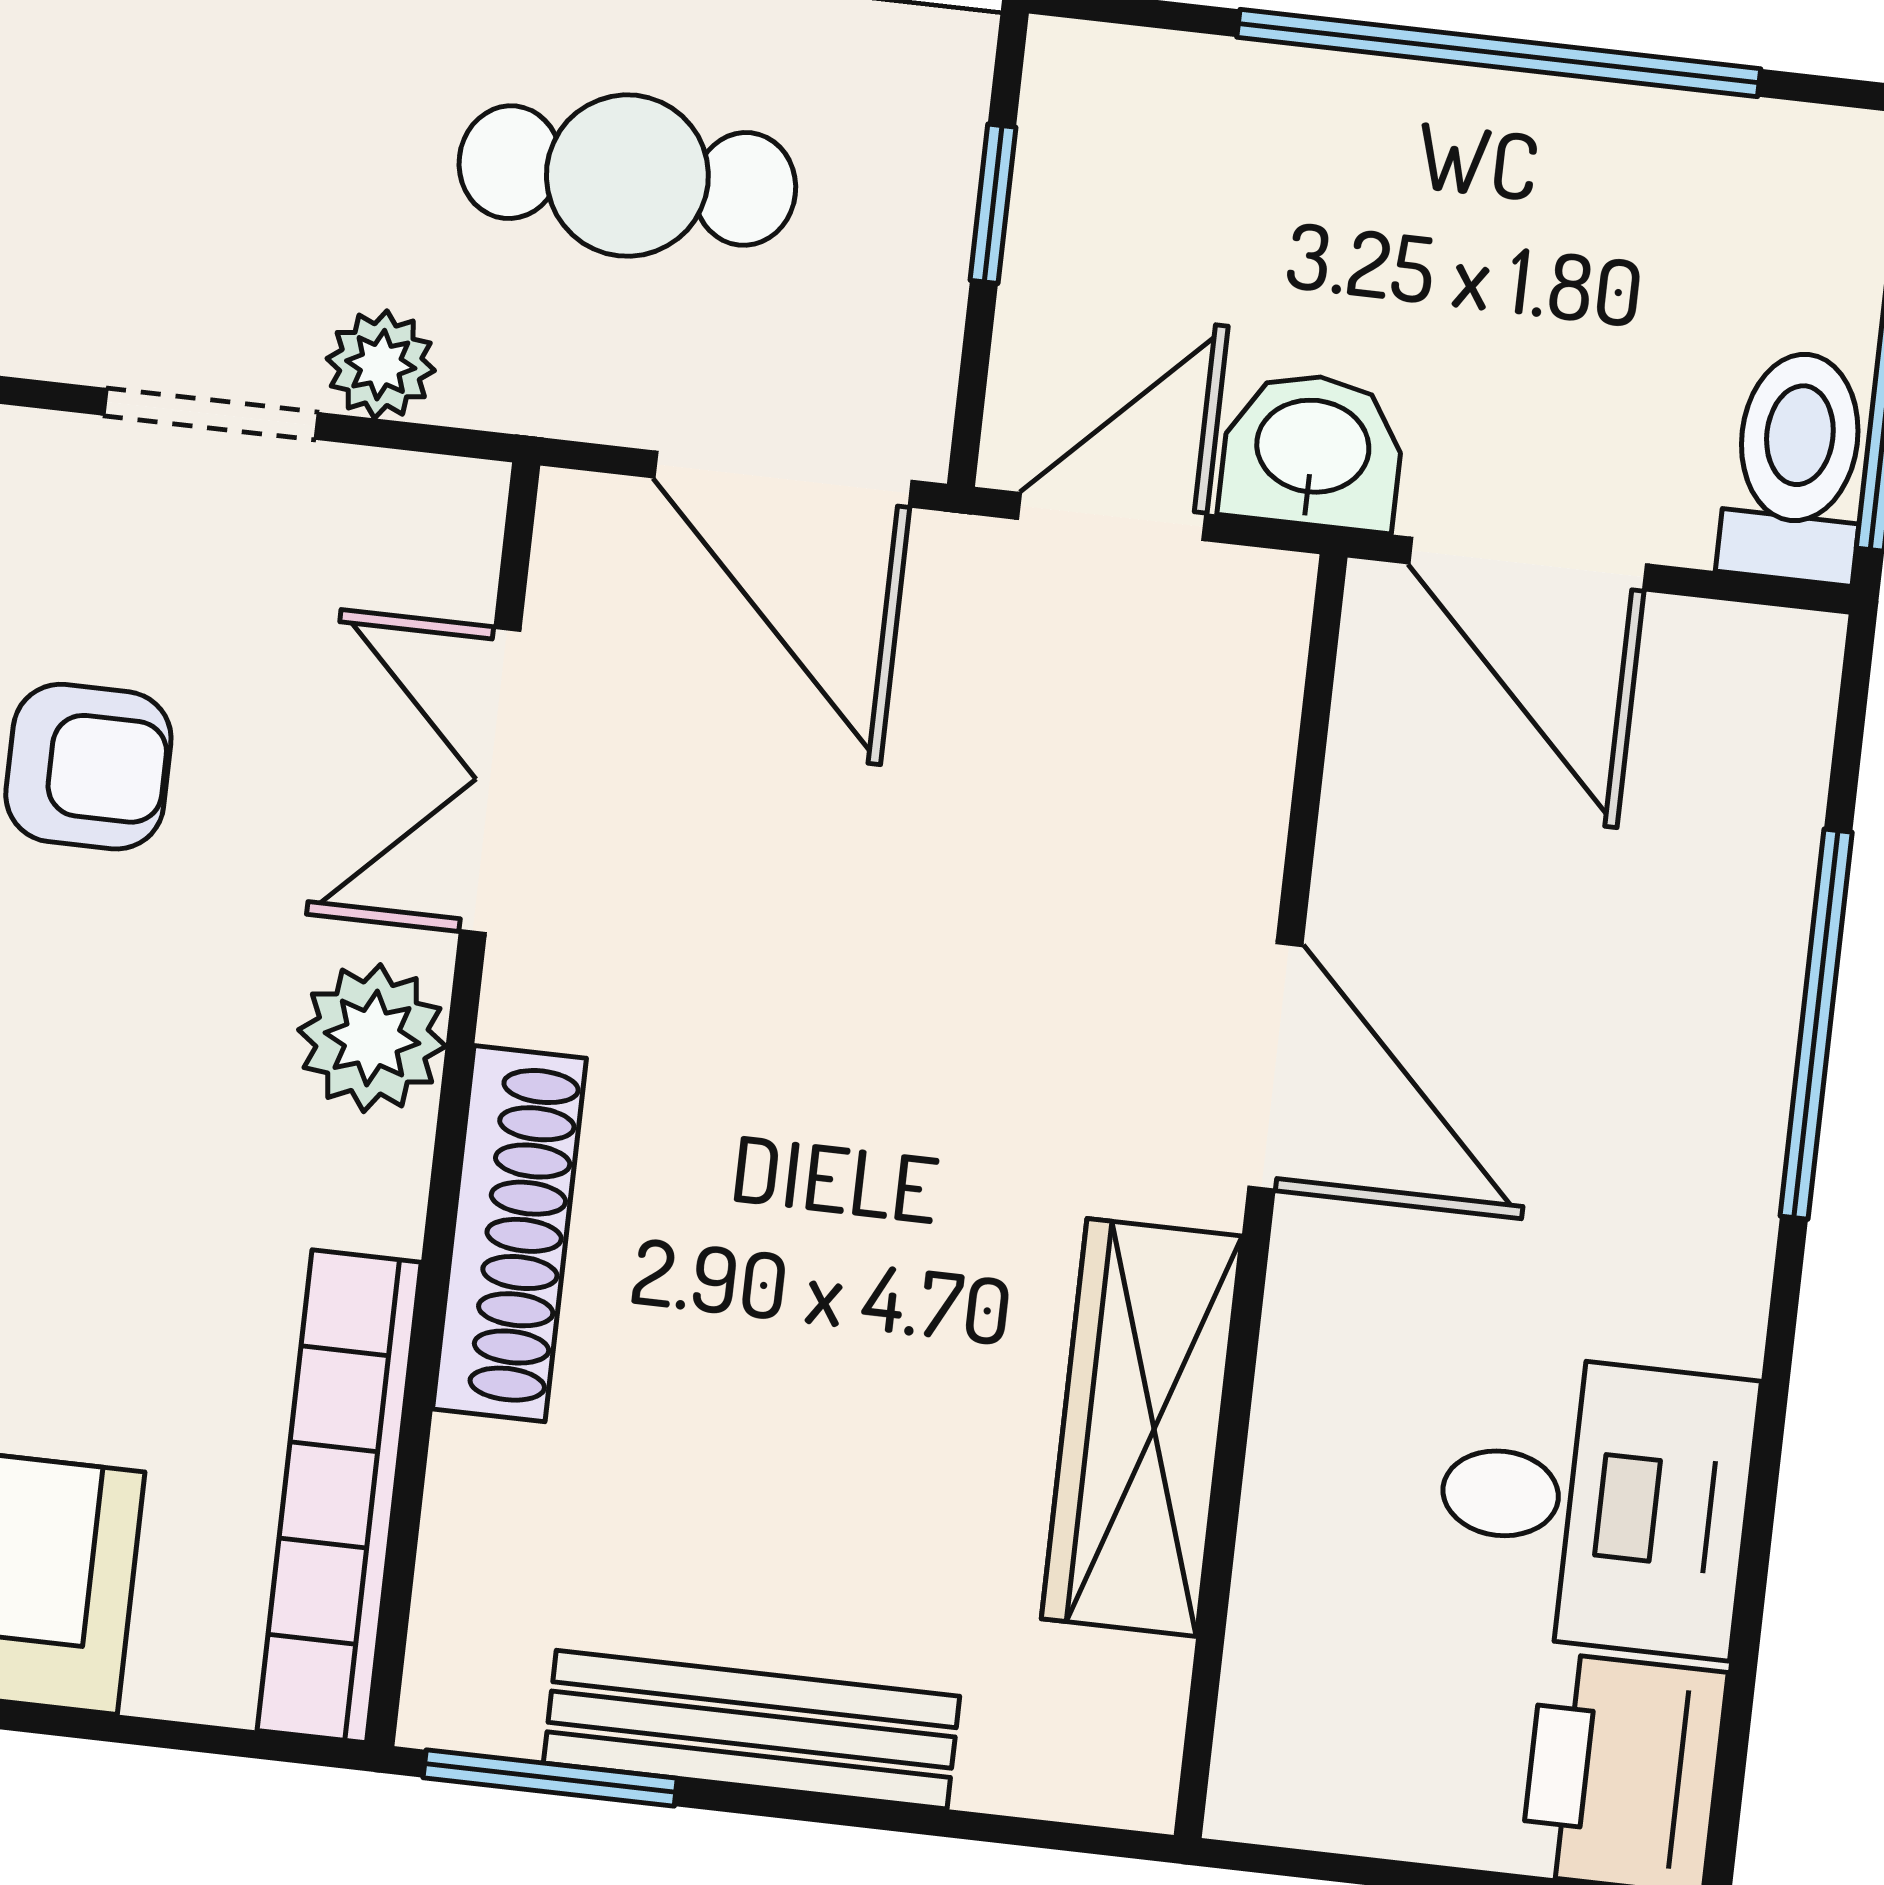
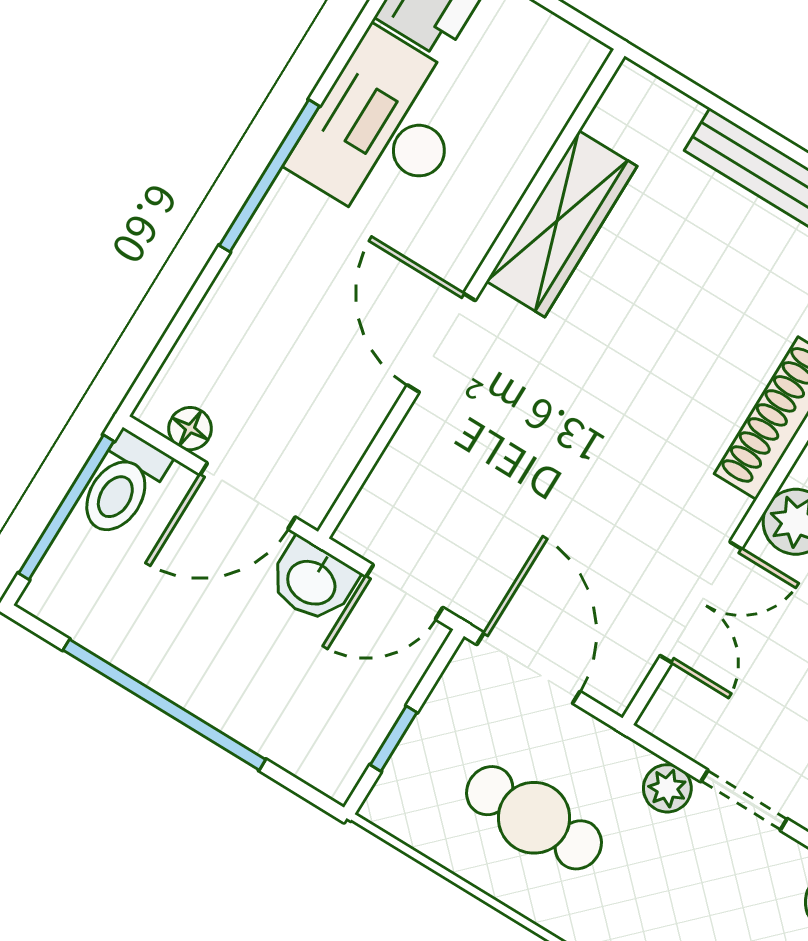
door: (1528, 564) -> (248, 496), swing flipped
floor lamp: (1711, 647) -> (190, 429), added
window: (1816, 1024) -> (269, 176), moved
desk: (1594, 1504) -> (384, 129), width x1.37

